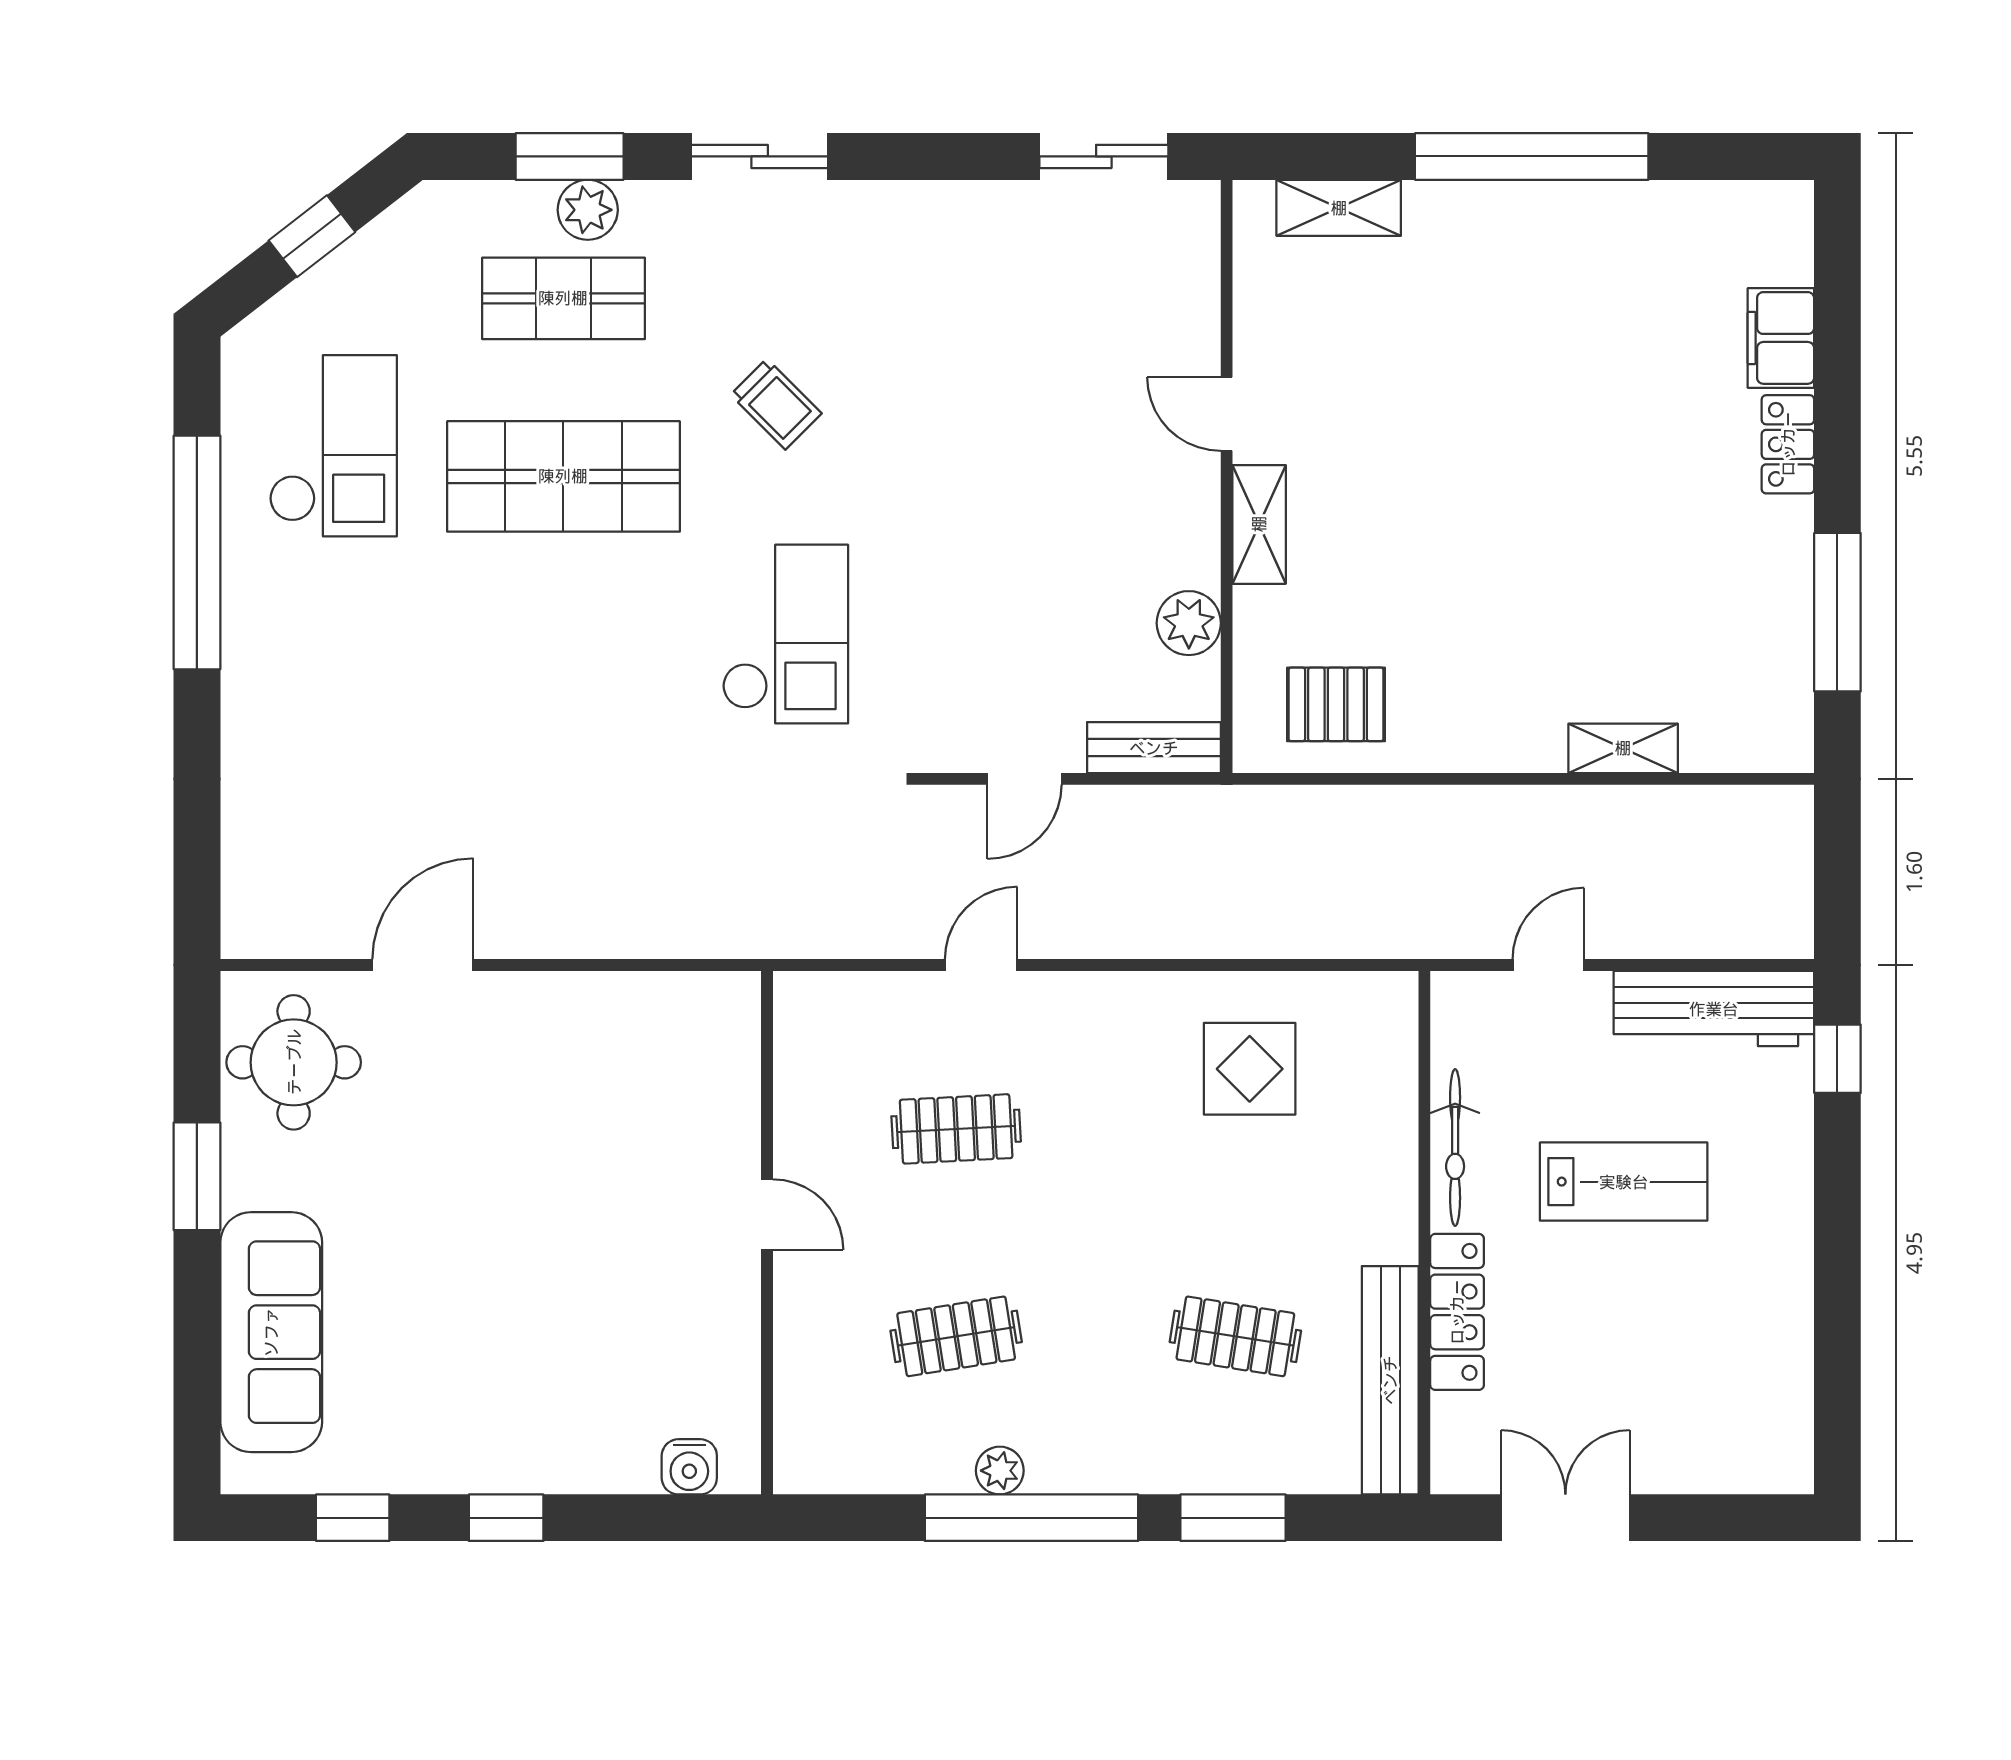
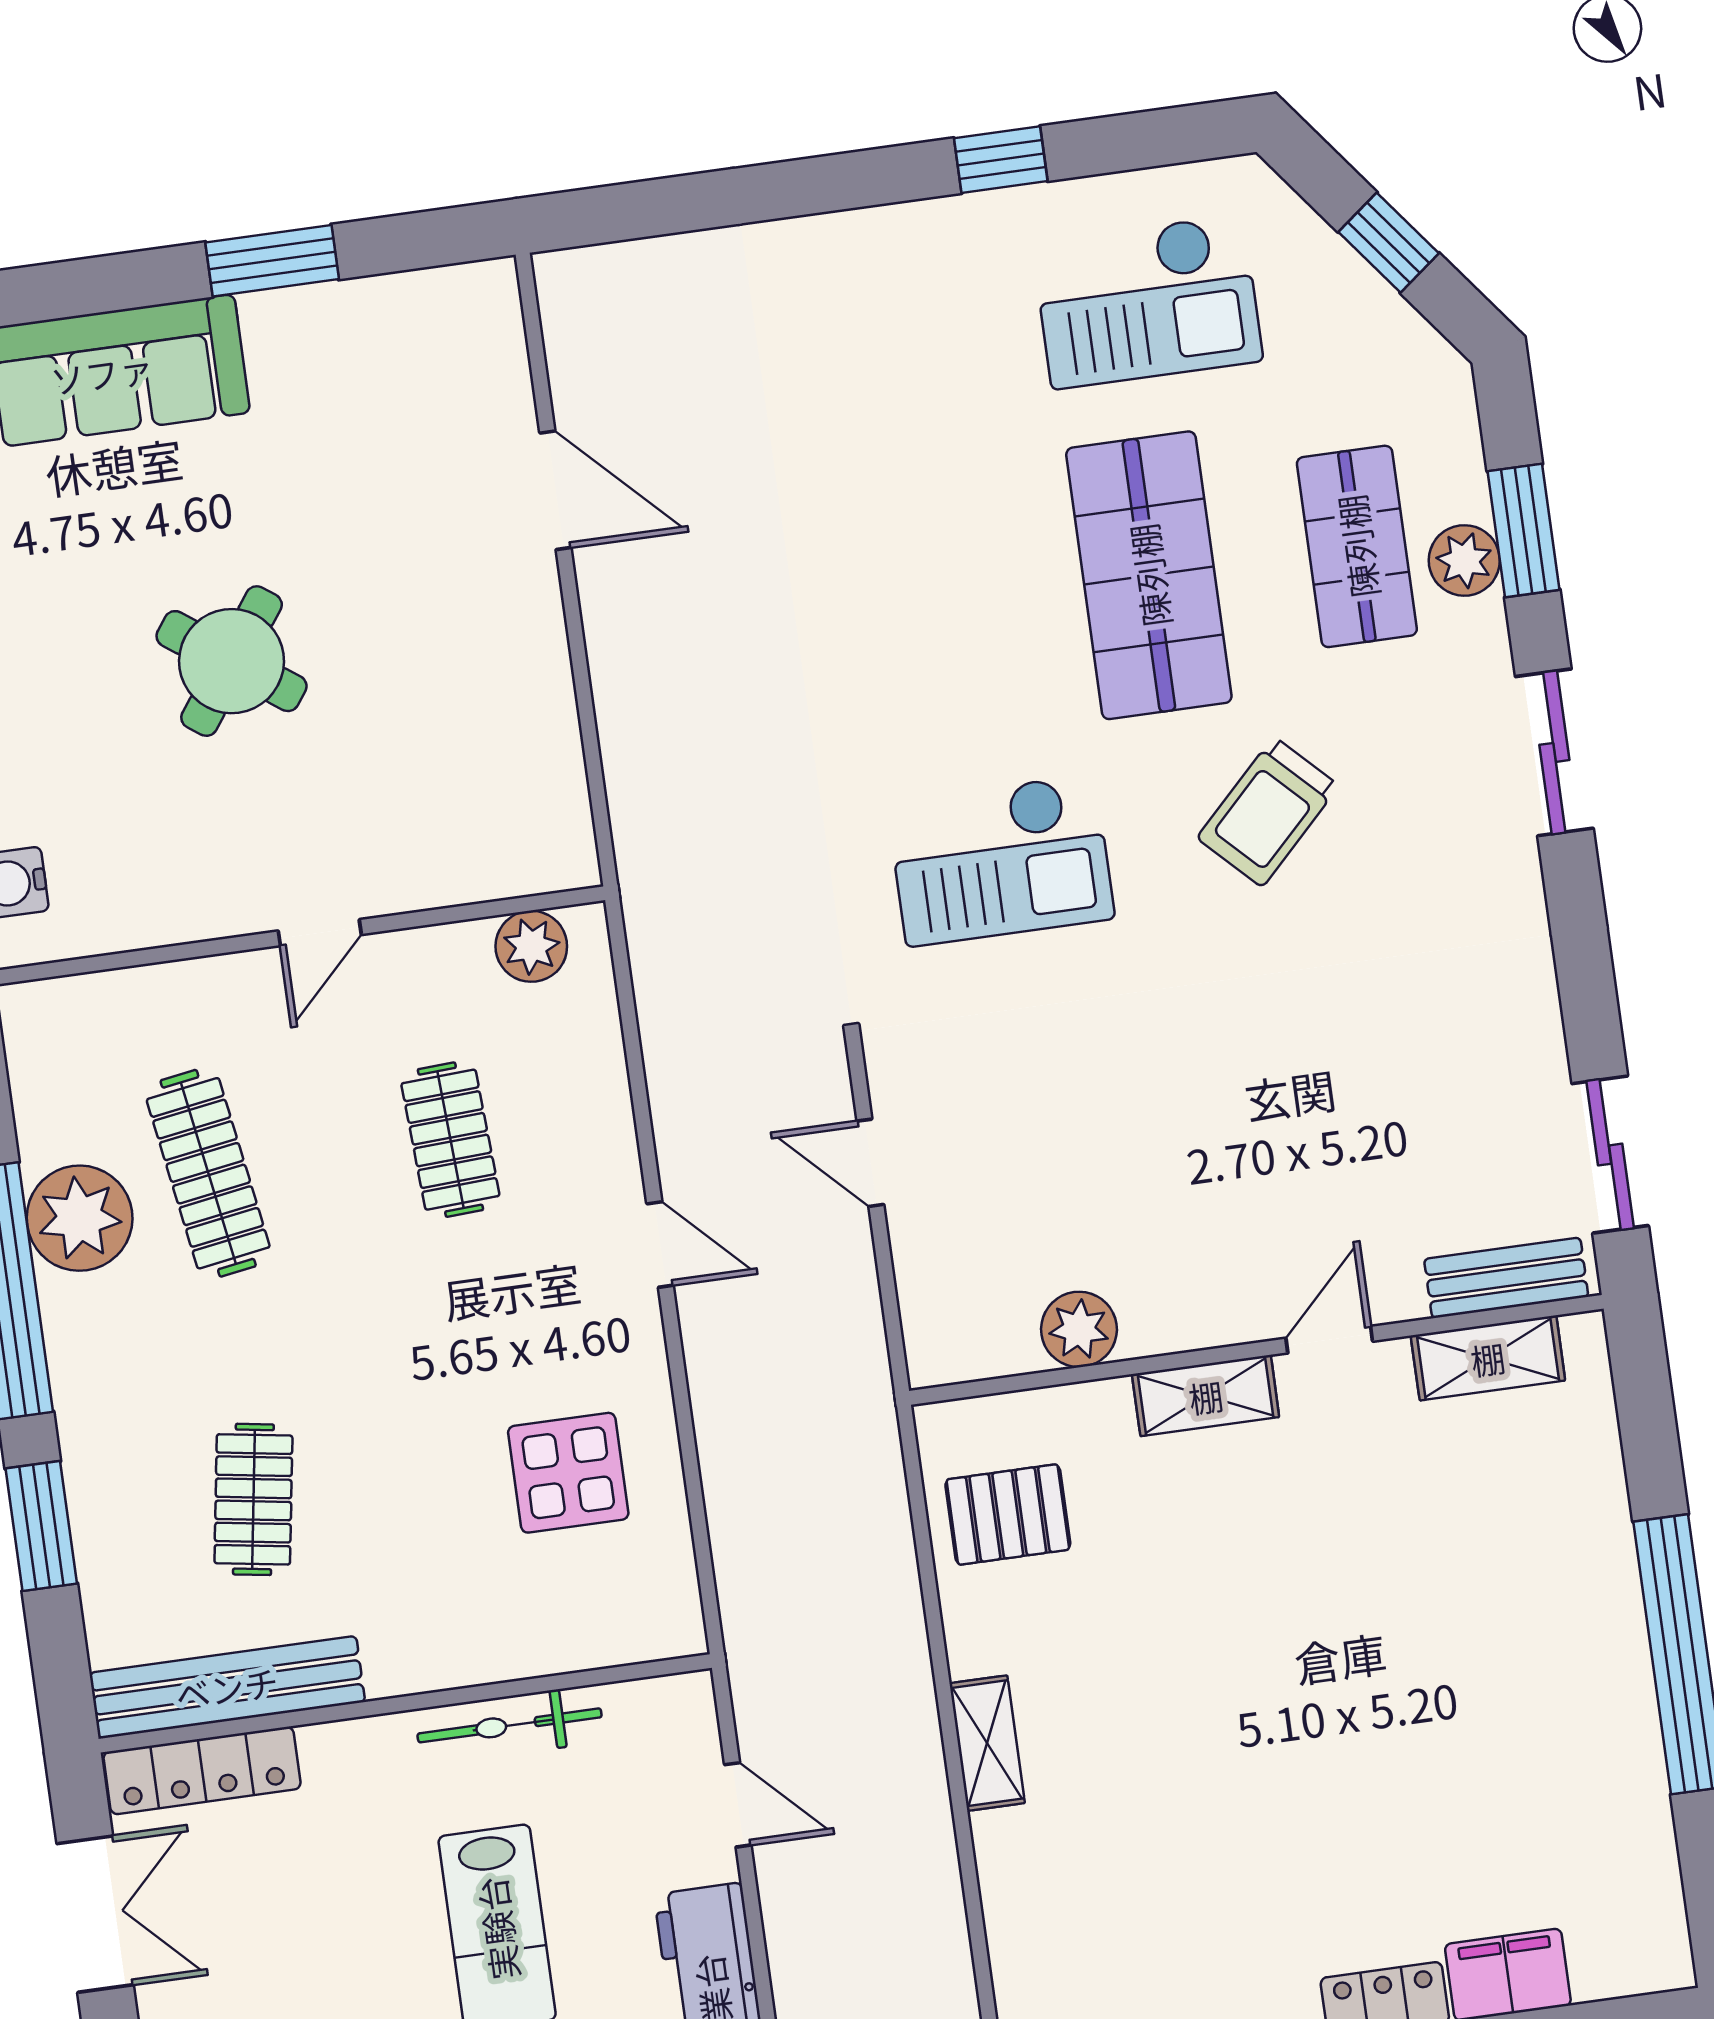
shelving: (1339, 208) -> (1488, 1358), moved, turned 90
trolley: (776, 404) -> (1268, 812), width x1.36, depth x1.39
window: (197, 552) -> (1001, 160), width x0.32
pallet: (1336, 704) -> (1008, 1515), turned 90
bench: (1154, 748) -> (1506, 1278), moved, turned 90
shelving: (1623, 748) -> (987, 1743), moved
door: (981, 965) -> (660, 1244), moved
plant: (803, 1038) -> (531, 946), added
round table: (294, 1062) -> (232, 661), moved, turned 36
locker: (1457, 1312) -> (202, 1771), moved
clothes rail: (956, 1336) -> (208, 1173), width x1.36
plant: (1000, 1471) -> (80, 1218), width x1.88, depth x1.88

